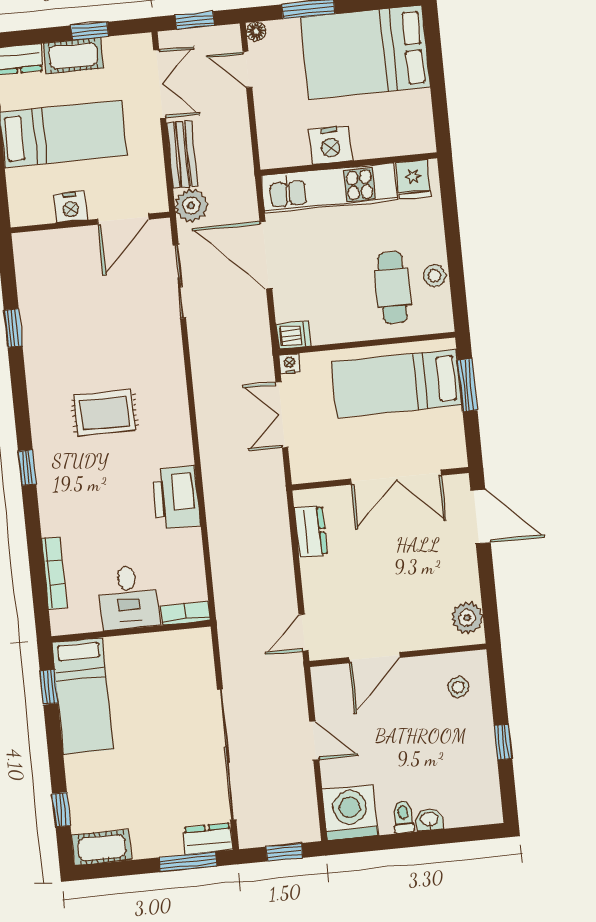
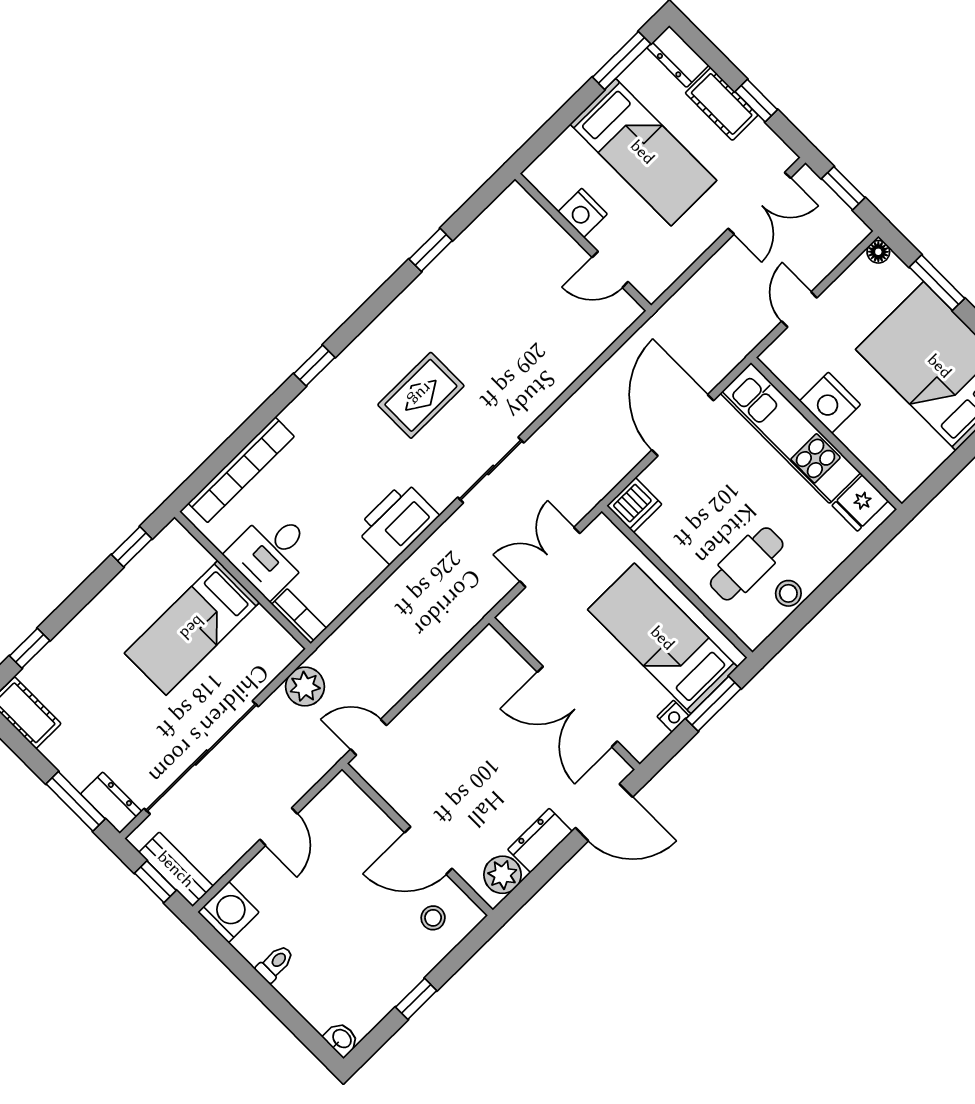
door: (247, 69) -> (799, 309), moved
bench: (182, 154) -> (176, 869), moved, turned 90
plant: (191, 206) -> (305, 687), moved
door: (123, 219) -> (610, 269), width x0.73
sliding door: (179, 282) -> (491, 470), moved
dishwasher: (293, 335) -> (634, 505), width x1.38
nightstand: (290, 364) -> (673, 716), moved, turned 90
rug: (104, 413) -> (421, 395), turned 90
door: (481, 517) -> (604, 812), hinge flipped
dresser: (311, 531) -> (540, 840), moved, turned 180
bookcase: (54, 573) -> (241, 470), width x1.48, depth x1.31
door: (375, 658) -> (428, 850), moved
bed: (83, 696) -> (192, 628), moved
washing machine: (350, 812) -> (228, 912), width x0.73, depth x0.73
washbasin: (429, 820) -> (341, 1039), moved

